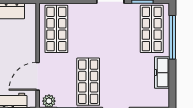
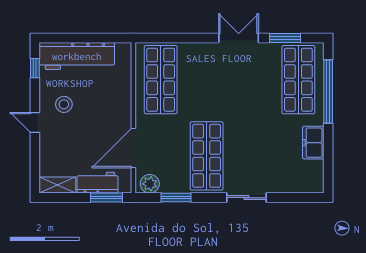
freezer: (162, 73) -> (313, 143), width x0.71

